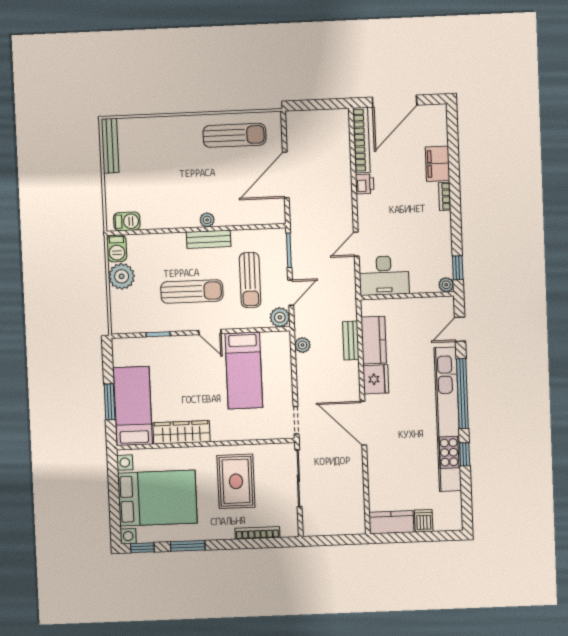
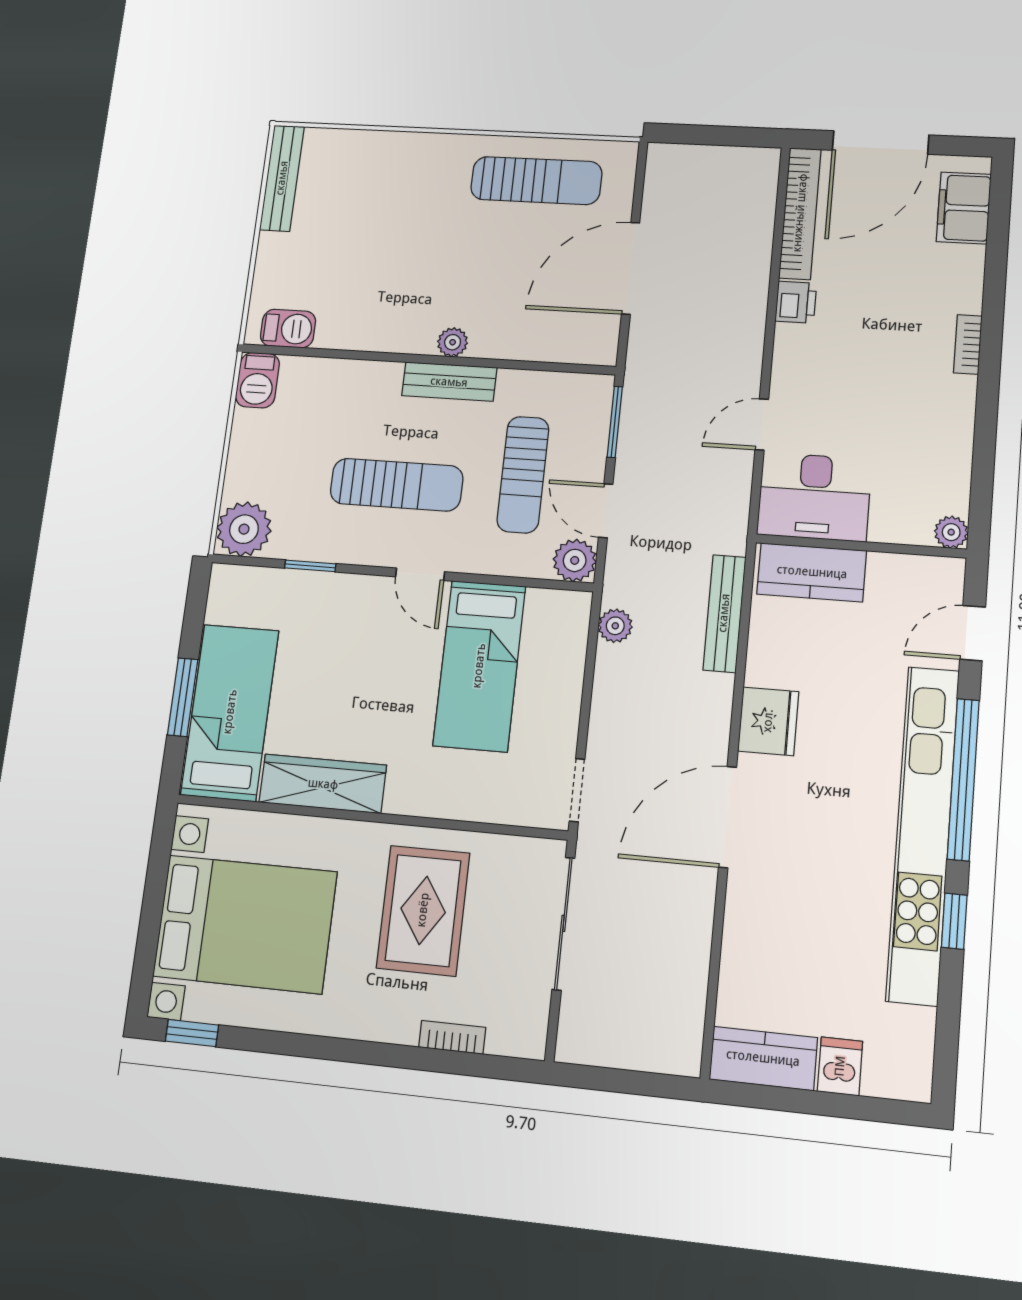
filing cabinet: (438, 164) -> (964, 208), moved
window: (458, 268) -> (981, 498), removed
plant: (122, 276) -> (244, 529), moved
door: (291, 293) -> (606, 511), swing flipped
kitchen counter: (374, 340) -> (812, 572), moved, turned 90
bench: (351, 341) -> (724, 613), width x1.36
door: (363, 423) -> (728, 817), hinge flipped
bookcase: (257, 533) -> (452, 1037), width x0.64
window: (188, 546) -> (292, 1044), removed

